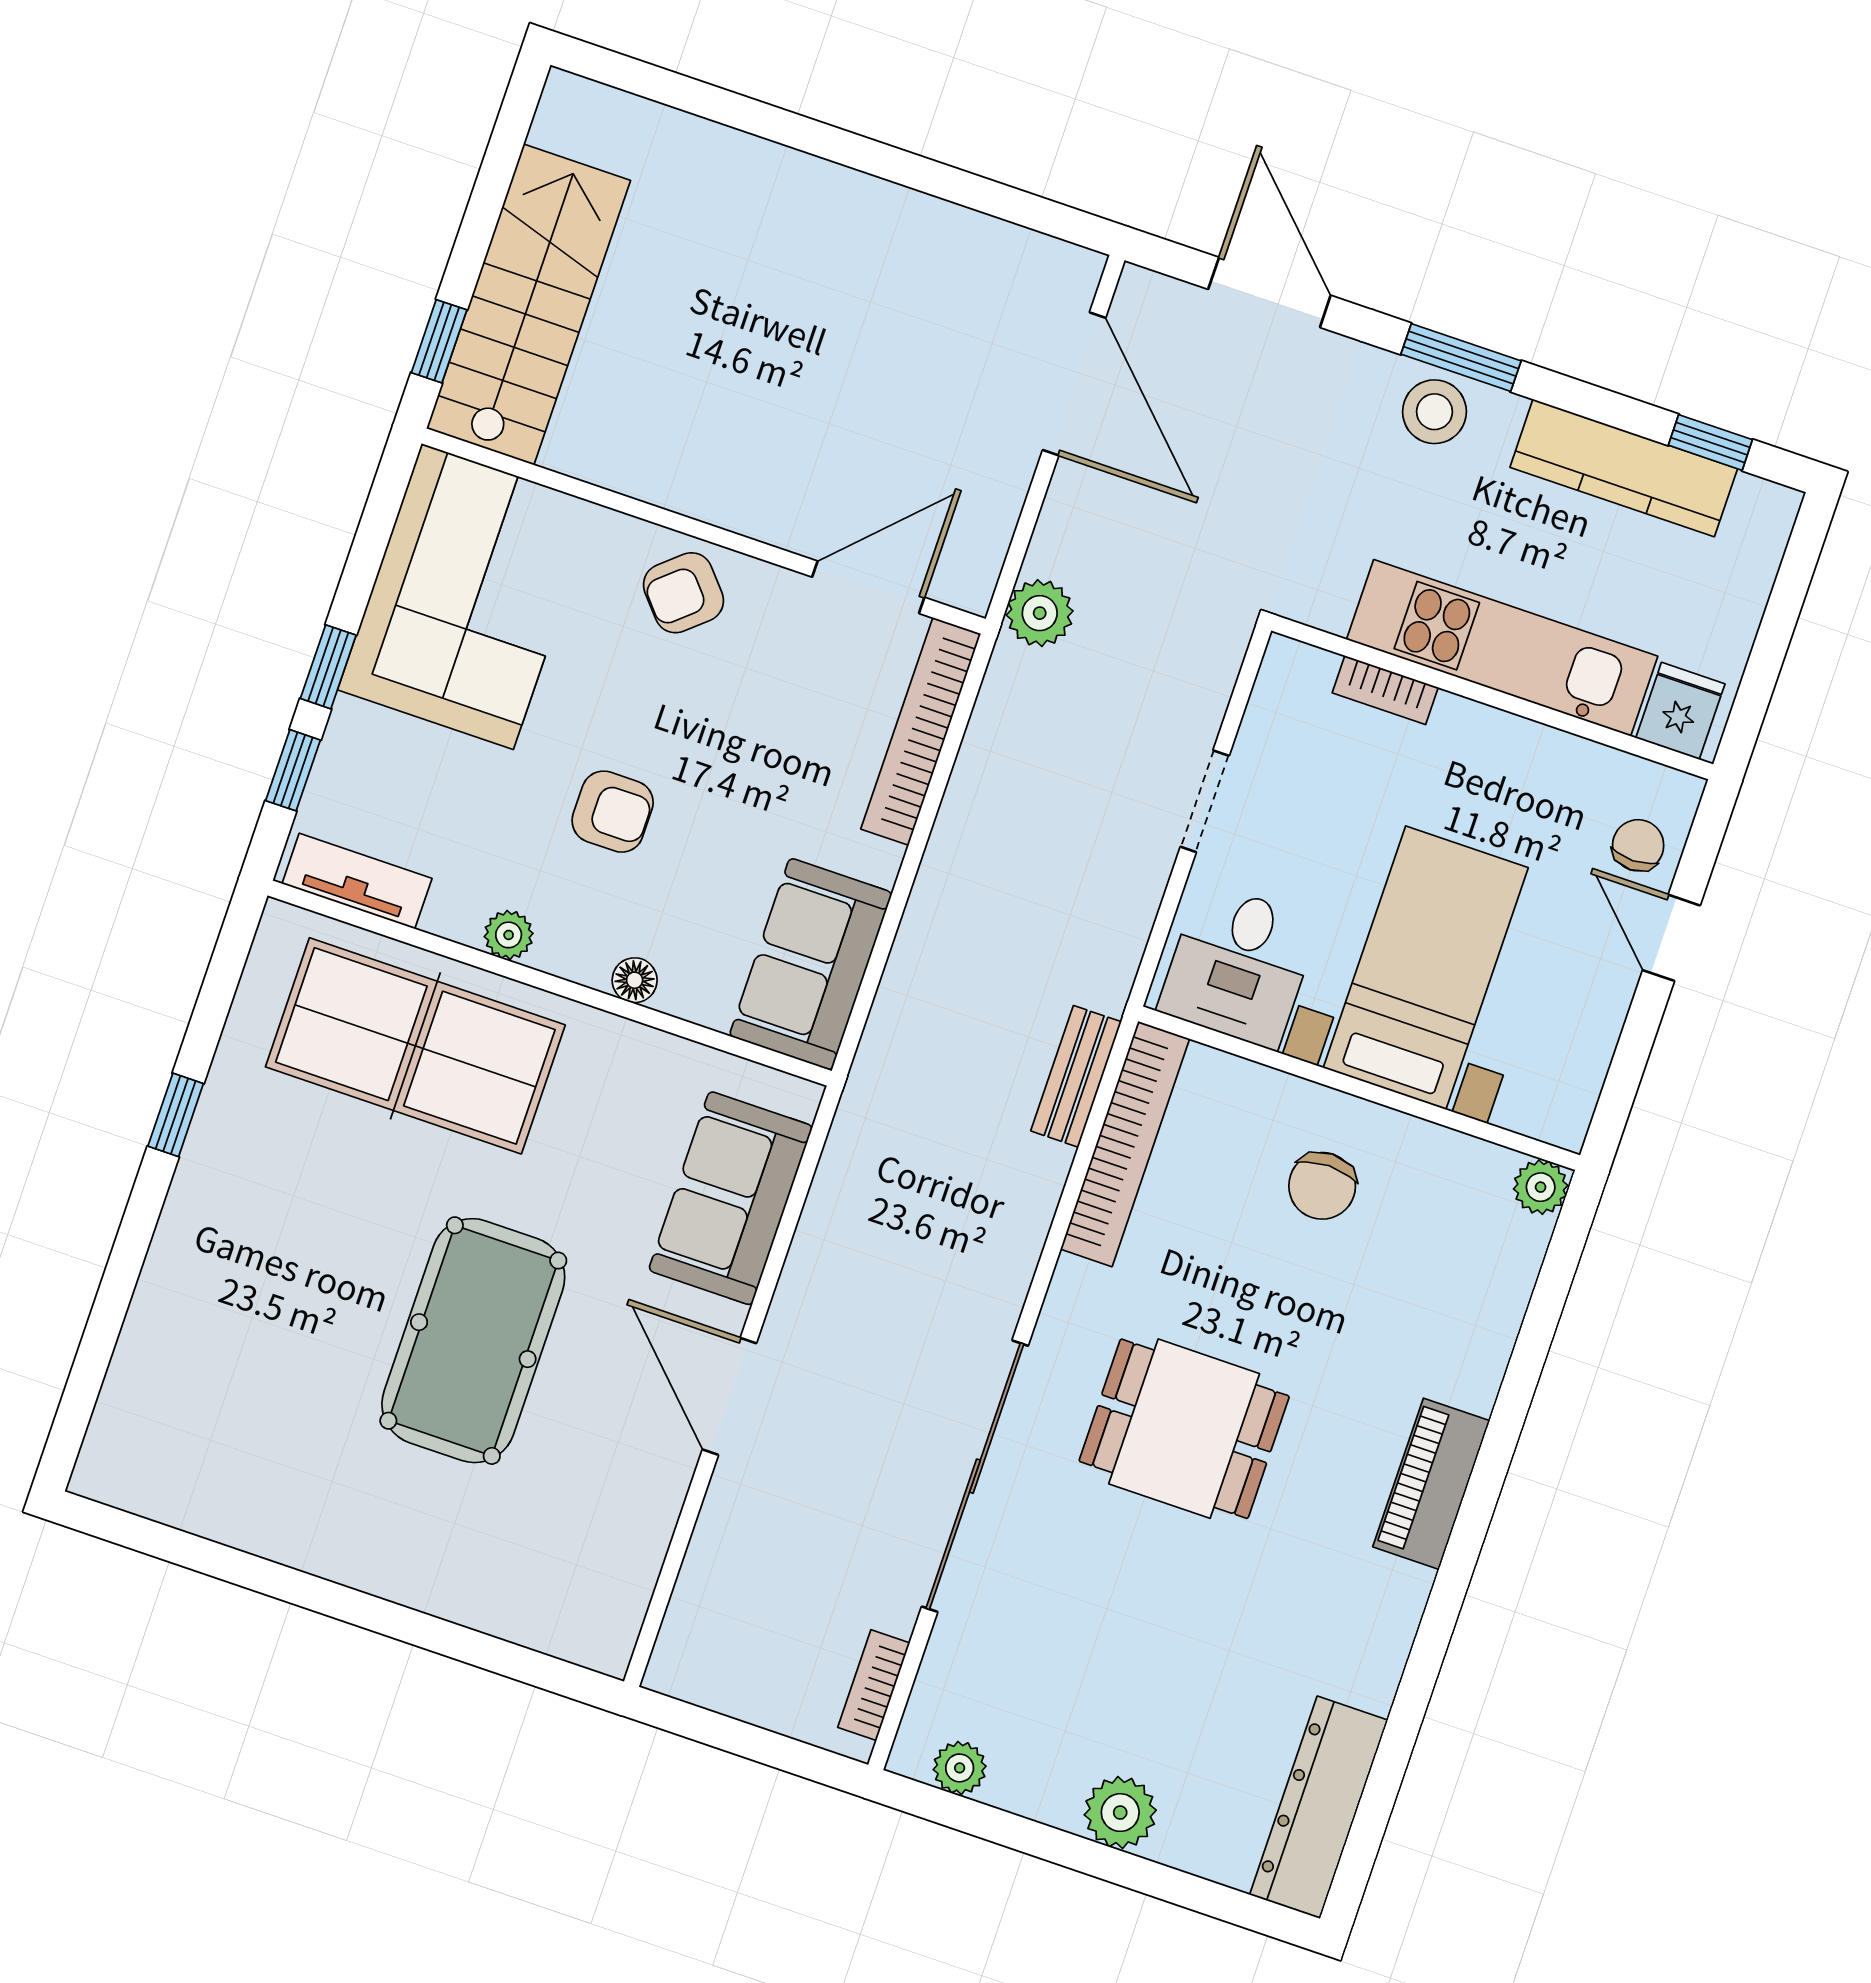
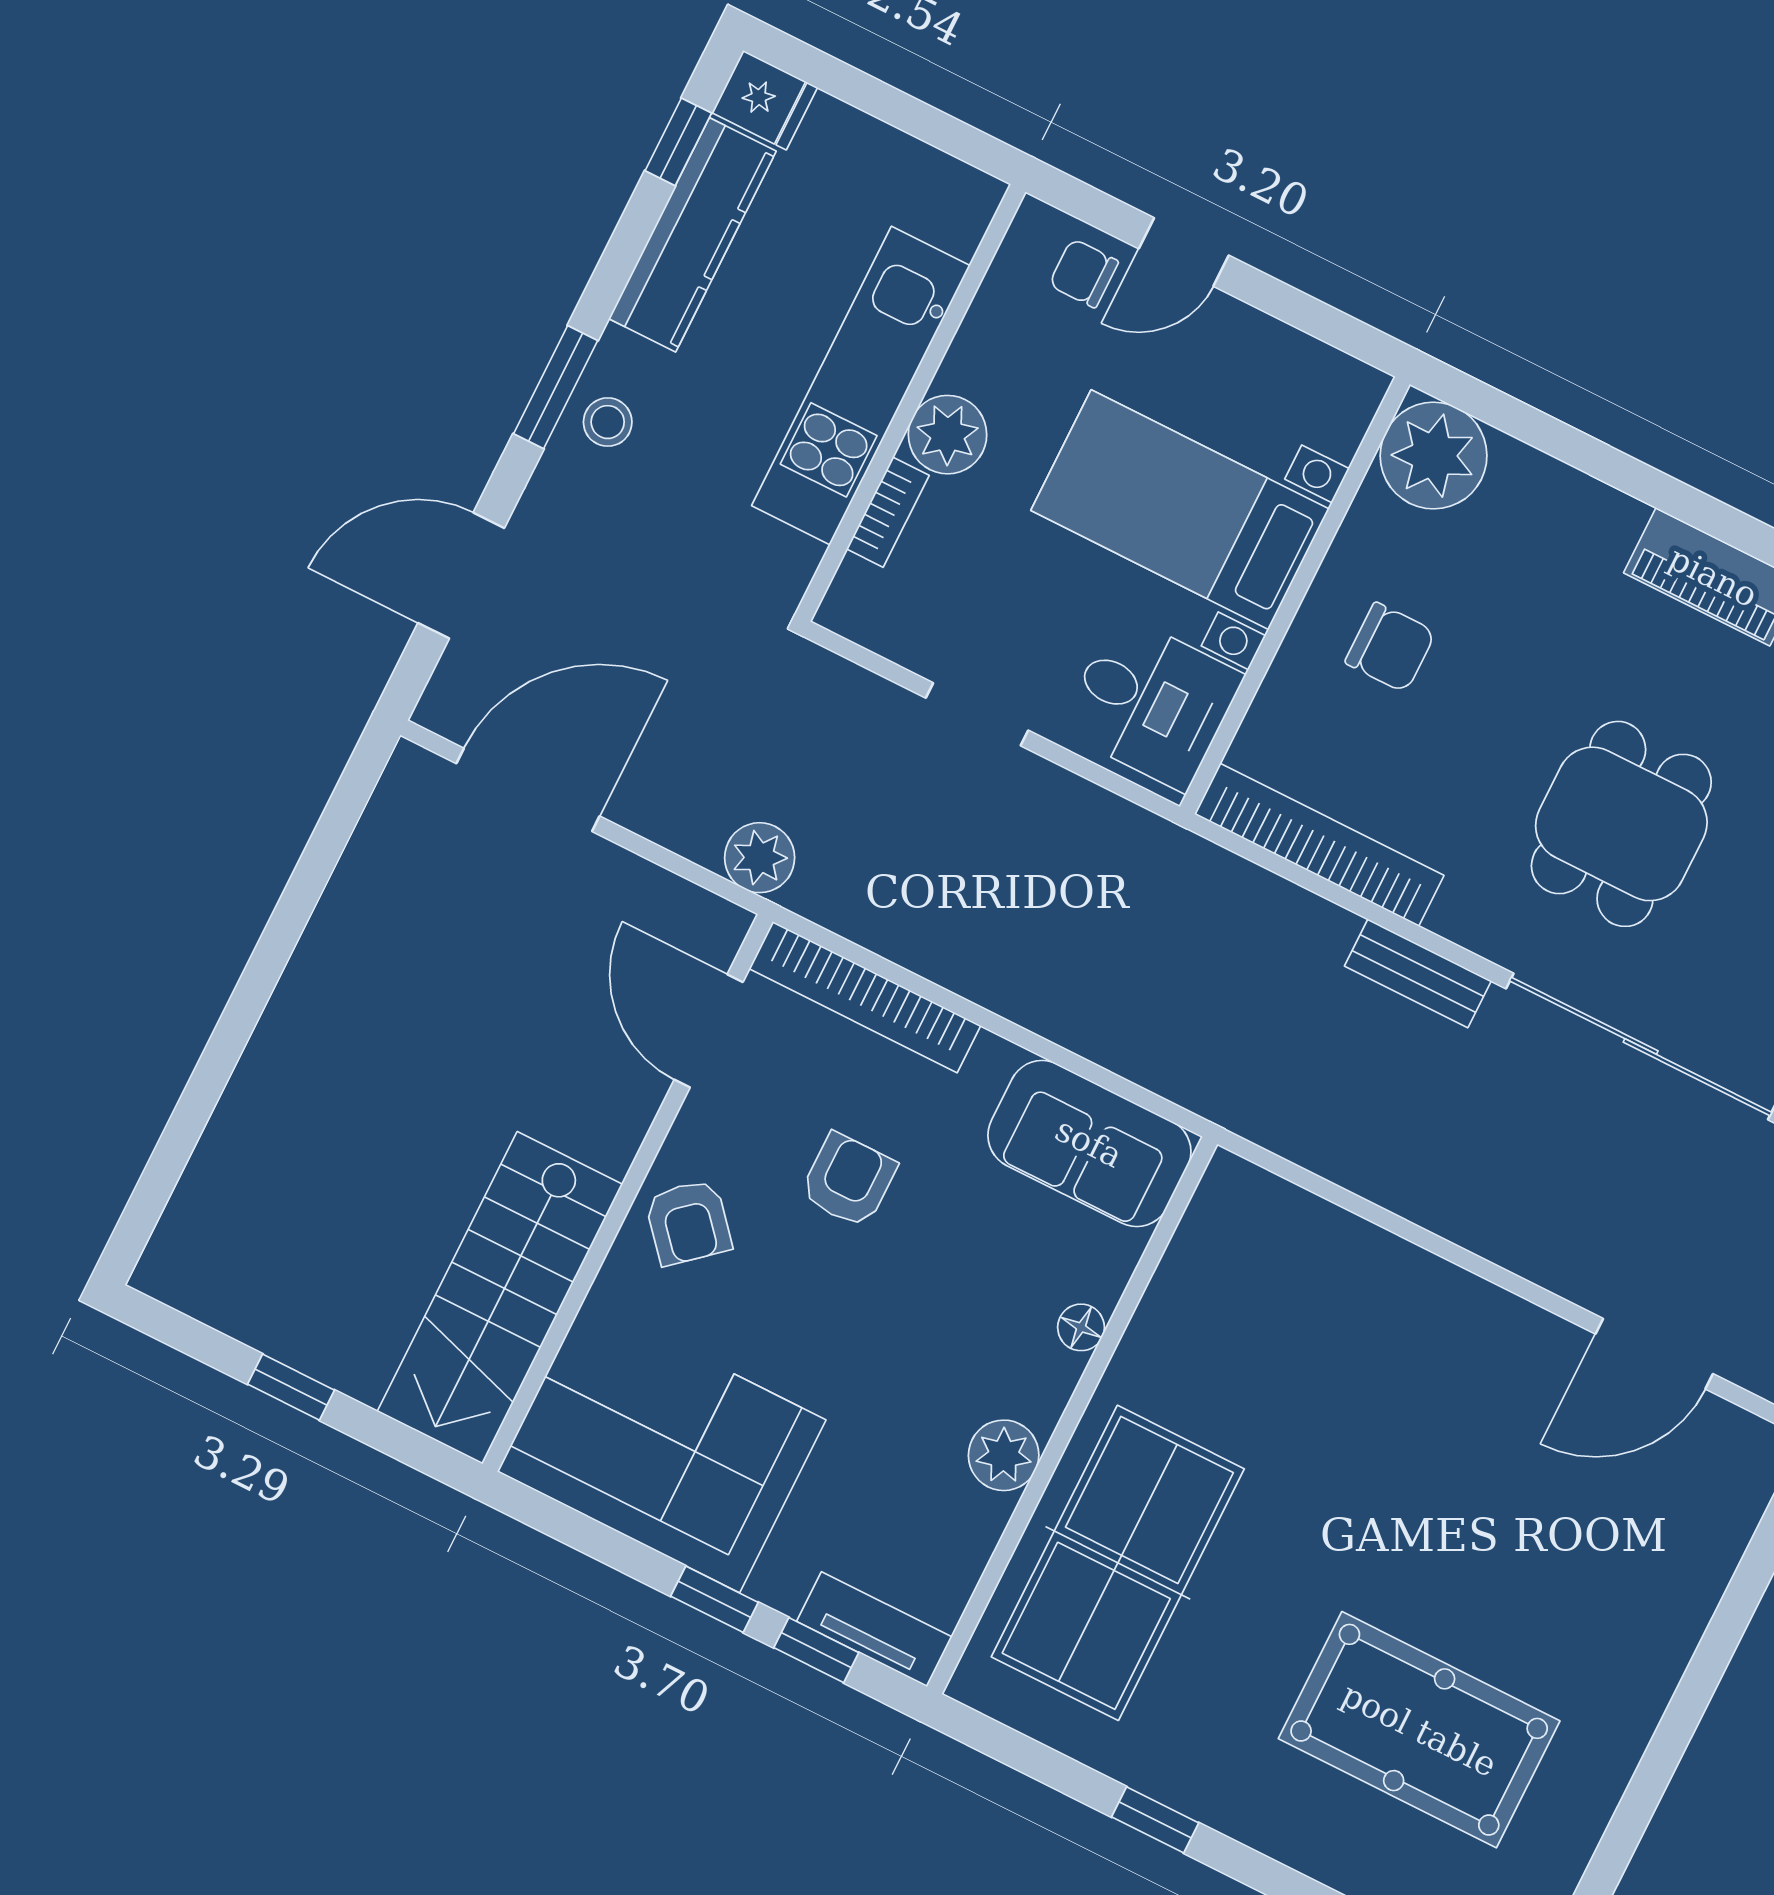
stairs: (529, 305) -> (500, 1298), moved, turned -90
window: (439, 341) -> (291, 1387), moved
stool: (1434, 412) -> (608, 422), width x0.73, depth x0.73
fridge: (1680, 711) -> (765, 100), moved, turned 180
plant: (1467, 737) -> (948, 435), added
armchair: (613, 812) -> (848, 1180), moved
tv unit: (357, 881) -> (874, 1629), moved, turned 90
plant: (509, 935) -> (1004, 1455), width x1.38, depth x1.38
bench: (1076, 1076) -> (1418, 973), moved
plant: (1541, 1187) -> (1434, 456), width x1.87, depth x1.87
sofa: (731, 1198) -> (1319, 1259), removed
pool table: (473, 1341) -> (1419, 1730), moved
door: (729, 1396) -> (1654, 1354), moved

